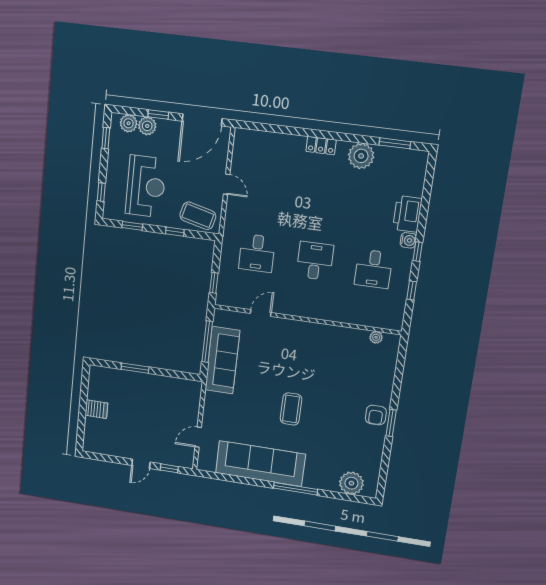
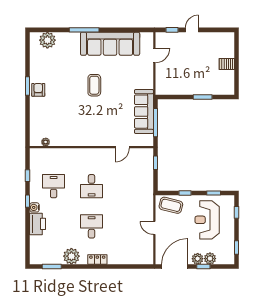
plant: (129, 123) -> (198, 259), moved
desk: (257, 253) -> (92, 226), moved

